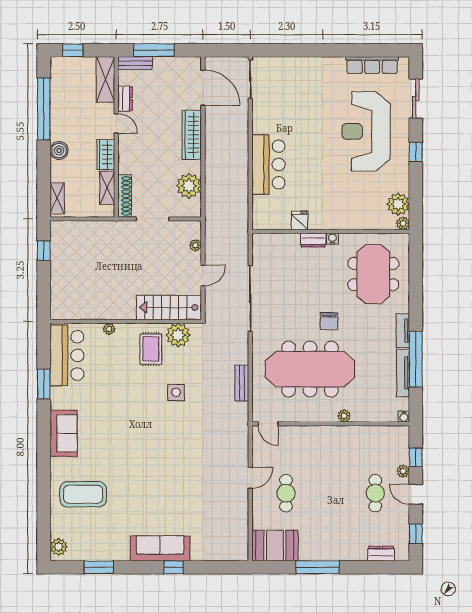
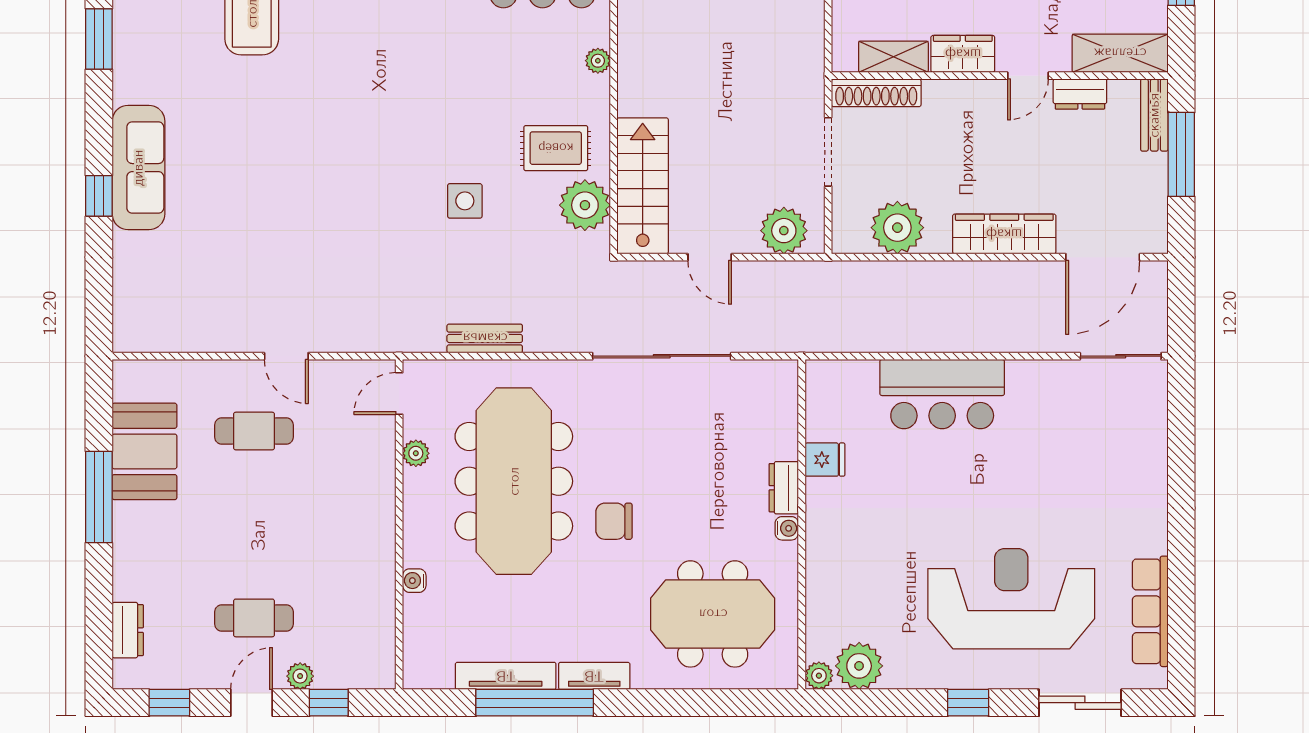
plant: (195, 245) -> (784, 231), width x1.87, depth x1.87
plant: (344, 416) -> (416, 453), moved
water cooler: (404, 417) -> (414, 581), moved
booth: (275, 546) -> (144, 451), moved

